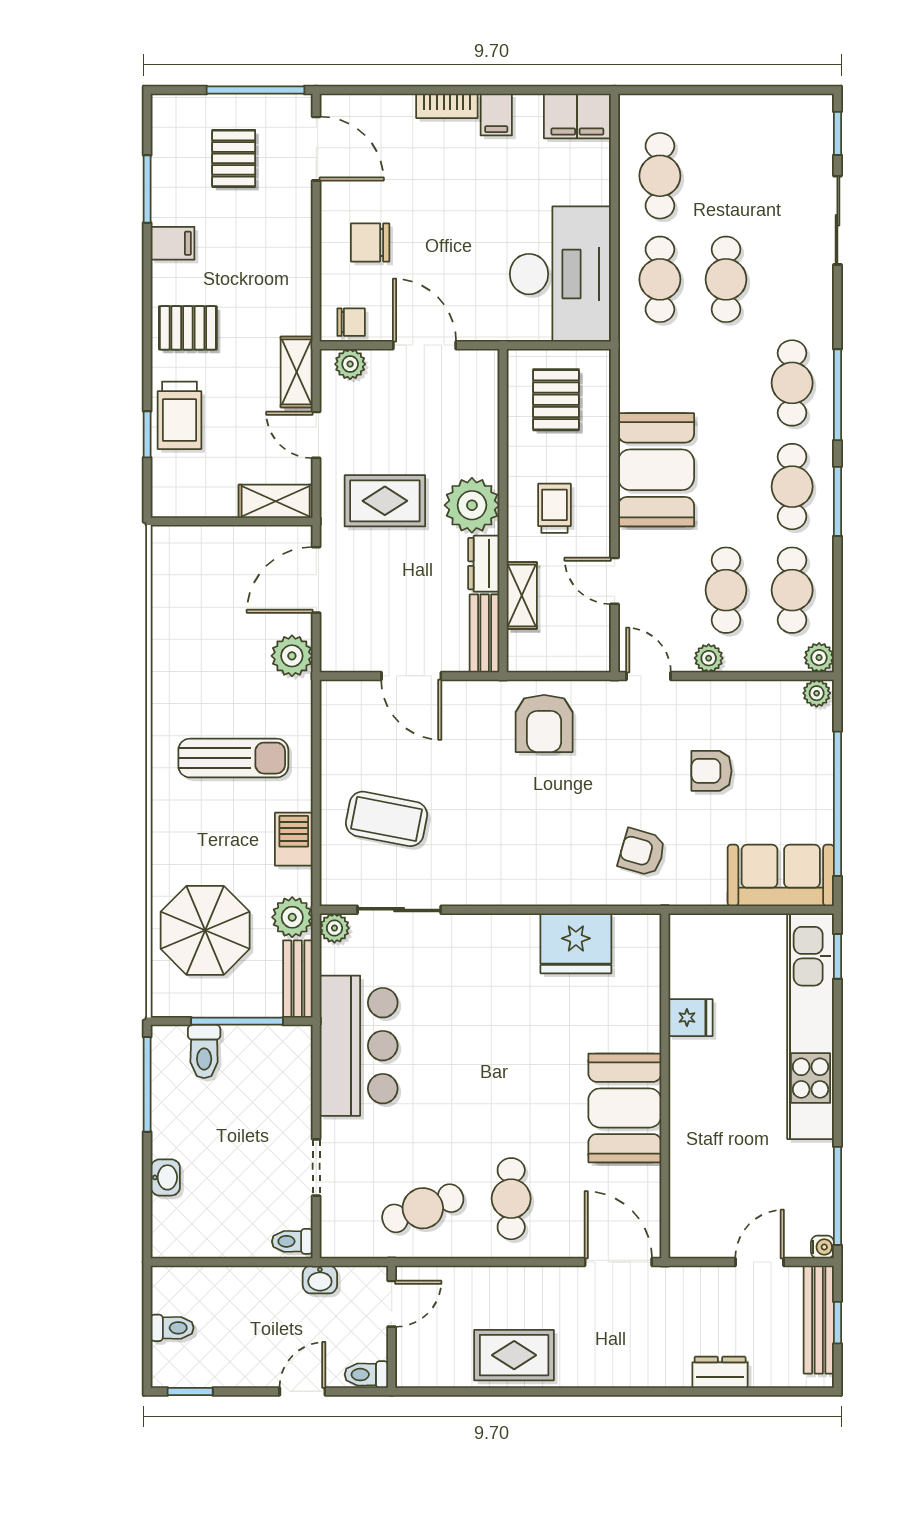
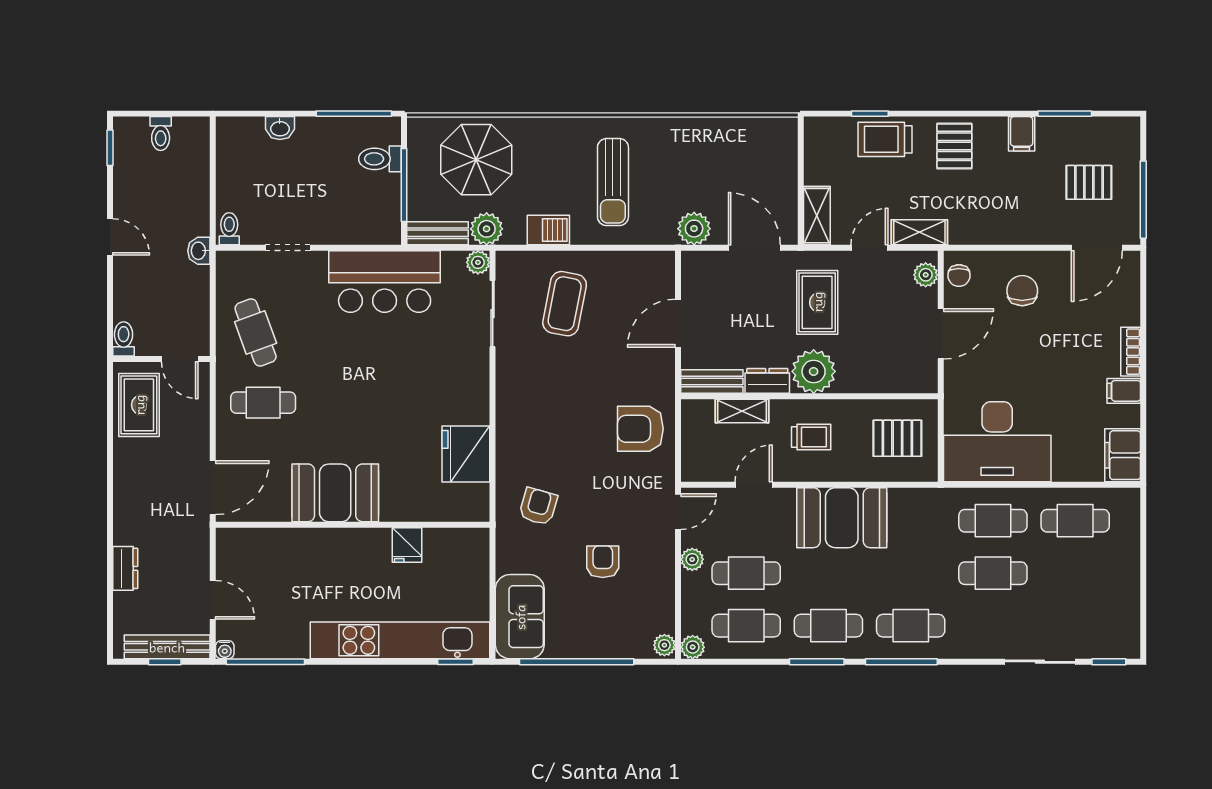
door: (392, 1304) -> (180, 359), moved
wall: (392, 1327) -> (161, 359), moved
toilet: (366, 1375) -> (124, 339), moved

